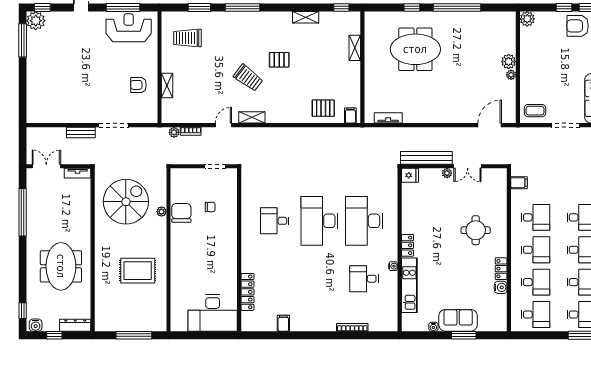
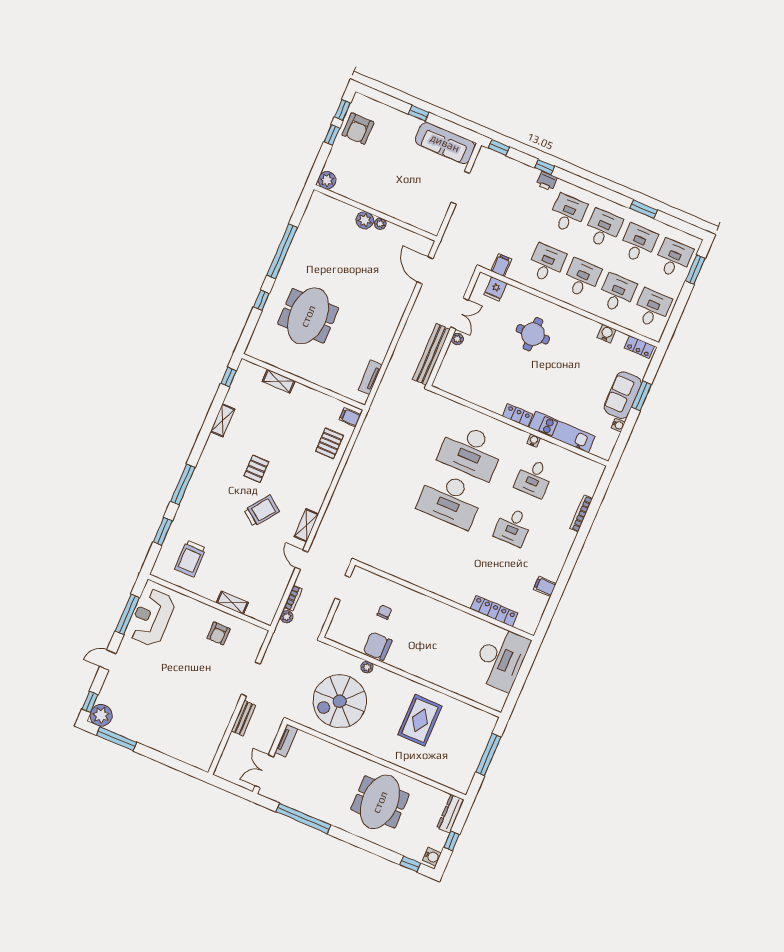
coffee table: (535, 111) -> (430, 214), removed
fridge: (410, 175) -> (495, 289), moved, turned 180
spiral stairs: (126, 202) -> (340, 701), turned -90
desk: (275, 221) -> (513, 527), moved
meeting table: (61, 266) -> (380, 802), turned 90
locker: (501, 269) -> (639, 347), moved

